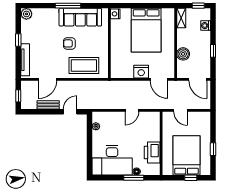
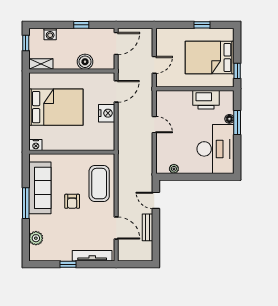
plant: (26, 14) -> (36, 238), moved
window: (18, 96) -> (137, 264), removed
window: (191, 178) -> (237, 71), moved

